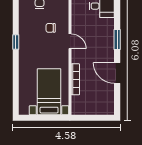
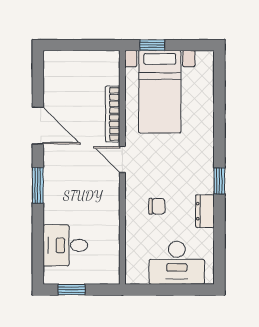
dresser: (24, 25) -> (205, 211), added
door: (70, 41) -> (122, 160), moved
window: (53, 118) -> (152, 45), added

